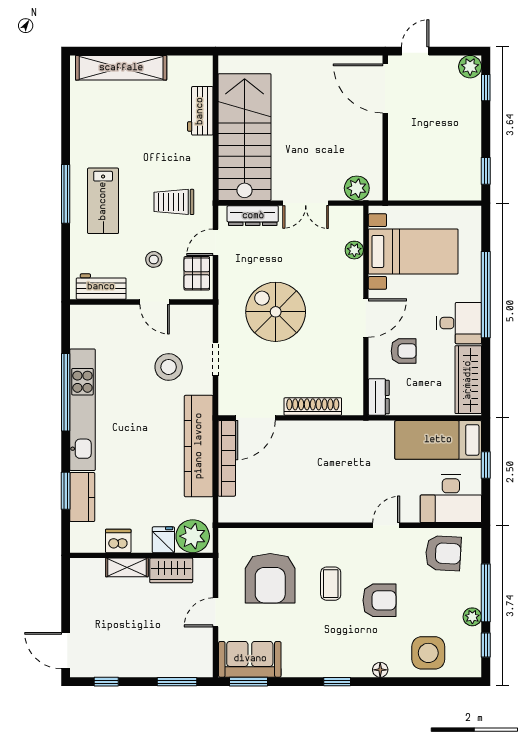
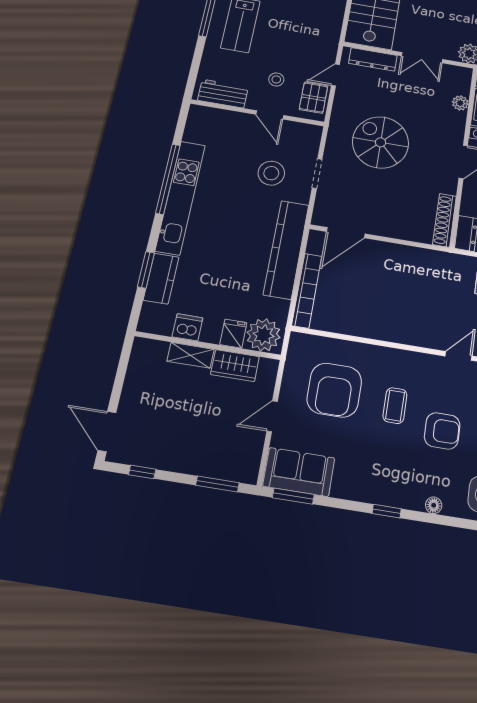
trolley: (174, 202) -> (304, 36), removed
shoe rack: (313, 406) -> (445, 220), moved, turned -90
bookcase: (227, 458) -> (307, 291), moved

